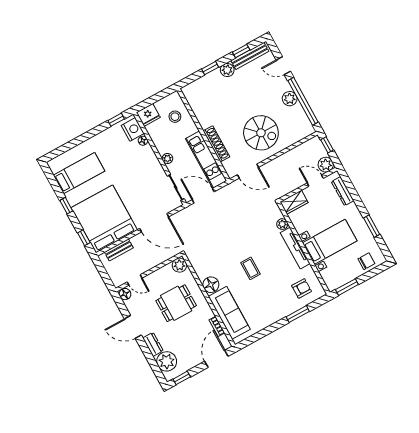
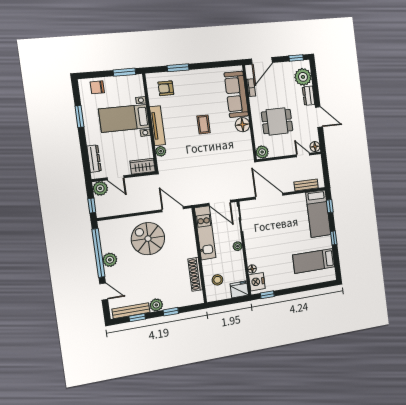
shoe rack: (216, 144) -> (195, 274), moved
bed: (104, 219) -> (318, 214), width x0.49

